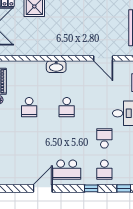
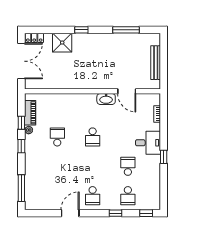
washbasin: (56, 67) -> (106, 99), moved
school desk: (29, 107) -> (57, 137), turned 180
school desk: (67, 170) -> (93, 196), width x0.54

